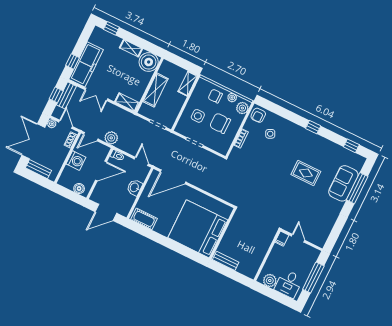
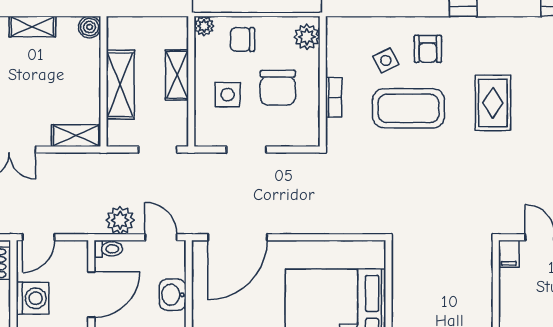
boiler: (149, 62) -> (90, 27), width x0.54, depth x0.54
shelving: (188, 84) -> (177, 75), moved
plant: (232, 97) -> (204, 26), moved
armchair: (258, 115) -> (428, 49), moved
chair: (220, 123) -> (278, 88), turned -90
plant: (111, 138) -> (120, 220), moved
coffee table: (270, 158) -> (409, 108), added
rug: (306, 173) -> (493, 103), turned 90

